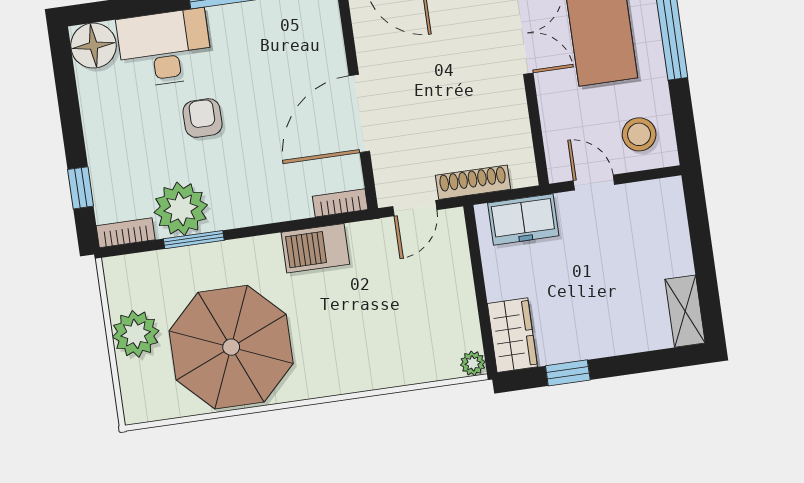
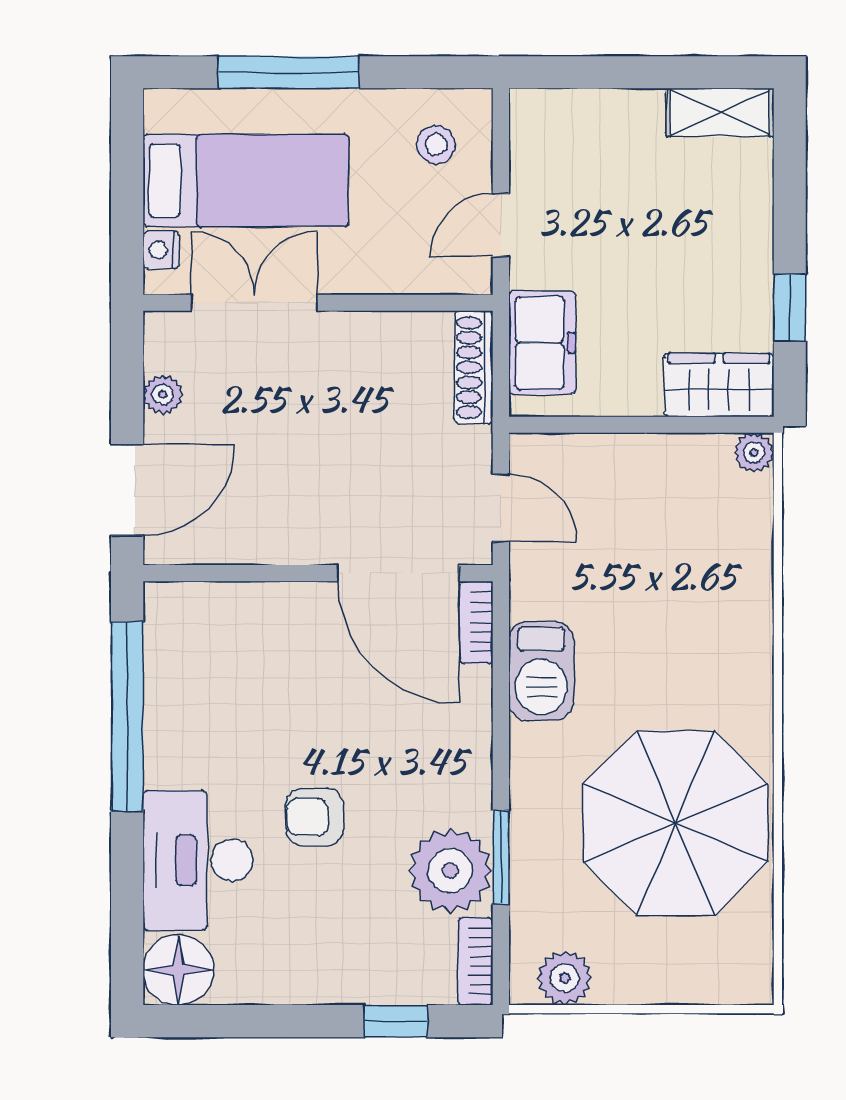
door: (359, 113) -> (398, 573), moved
stool: (639, 134) -> (436, 145), width x0.73, depth x0.73
shoe rack: (473, 182) -> (474, 367), moved
plant: (136, 334) -> (565, 978), moved, width x0.73, depth x0.73

